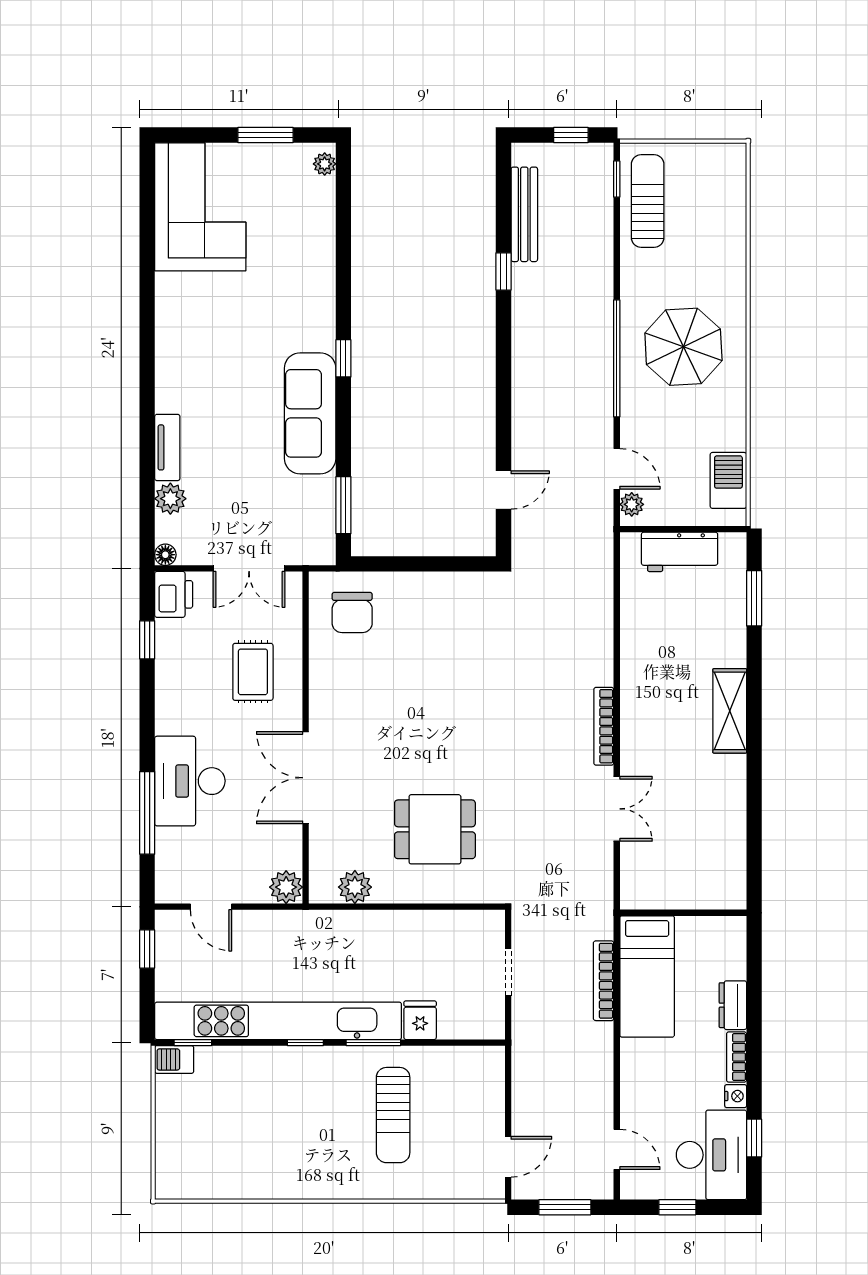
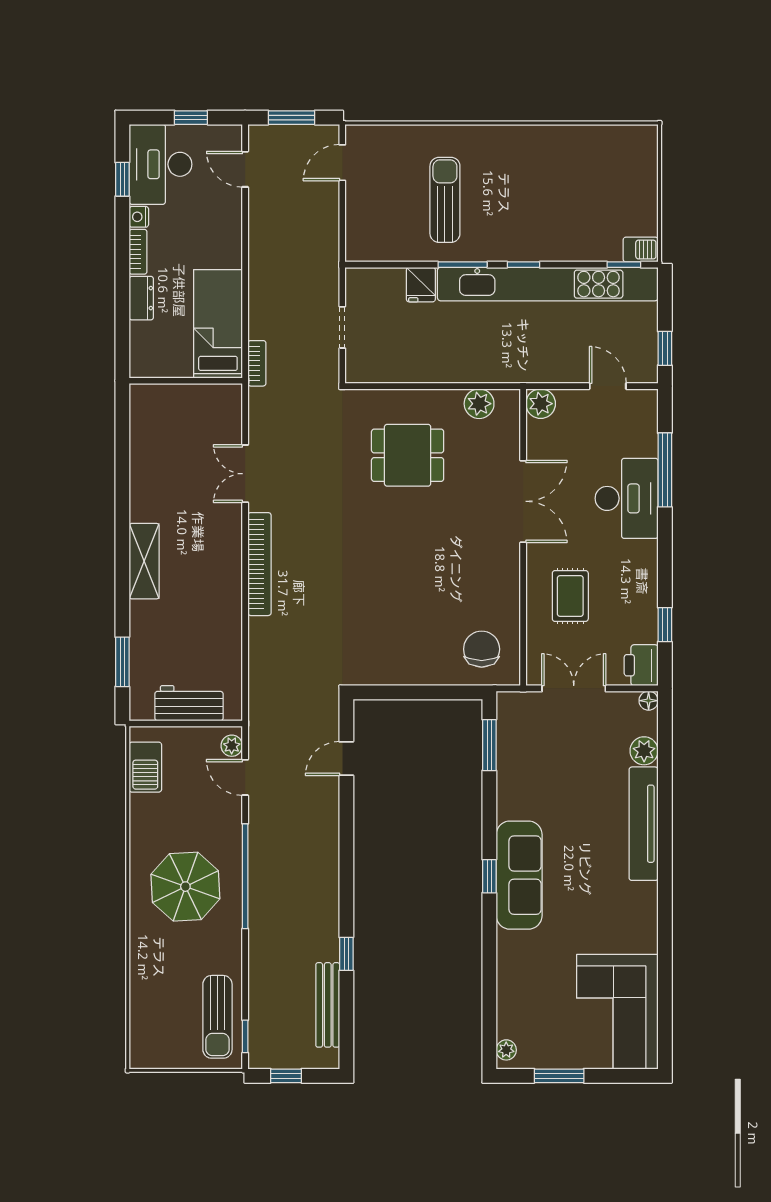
sofa: (310, 413) -> (519, 875), moved
tv unit: (167, 447) -> (644, 824), width x1.92, depth x1.29
bookcase: (604, 726) -> (259, 564), width x1.48, depth x1.31
bookcase: (604, 981) -> (257, 363), moved, width x0.64

